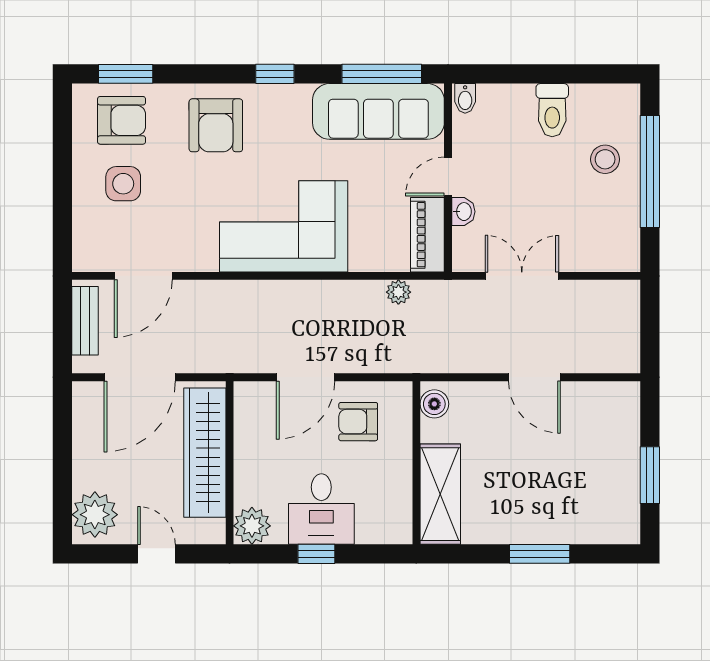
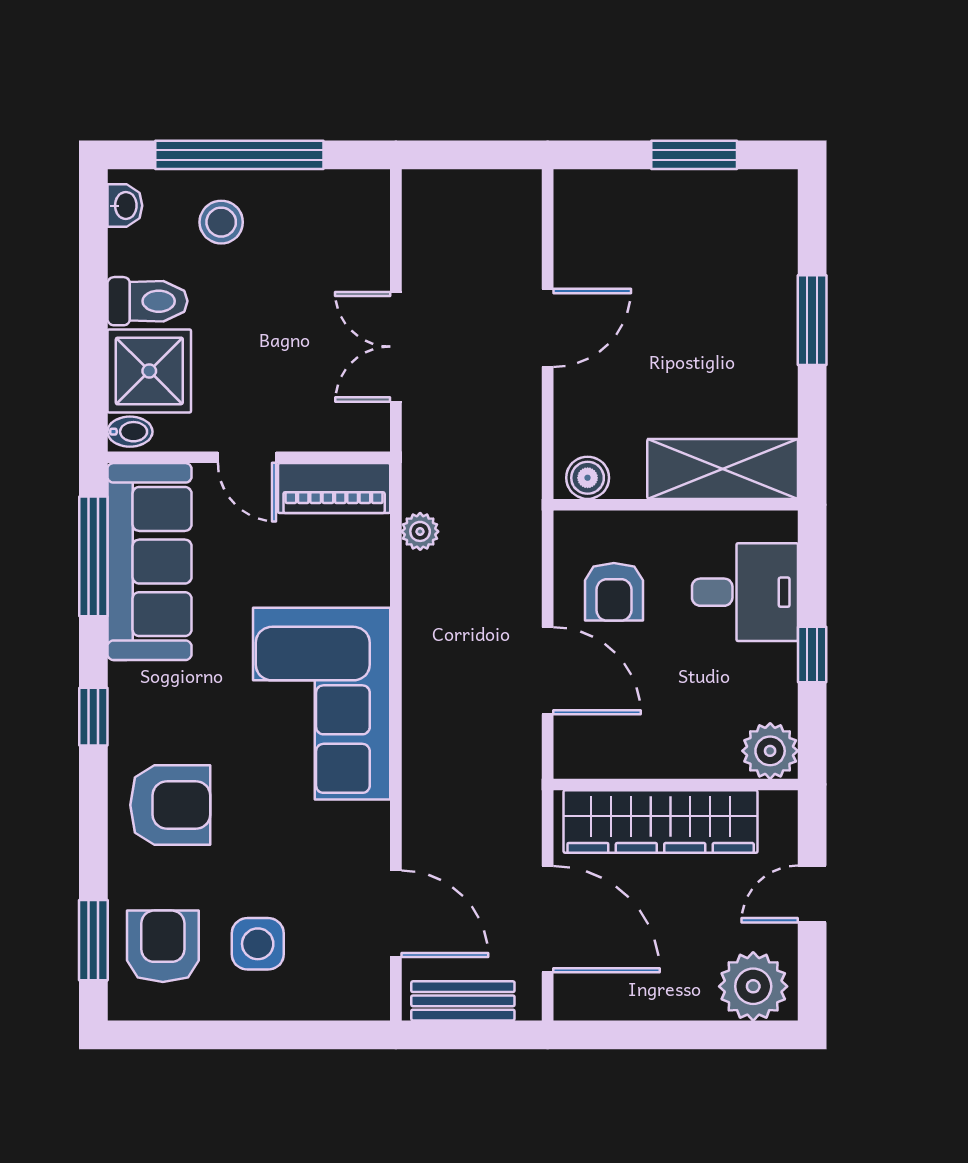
shower: (506, 111) -> (149, 371), added
washbasin: (463, 212) -> (125, 206), moved, turned 90
desk: (321, 509) -> (745, 592), moved

